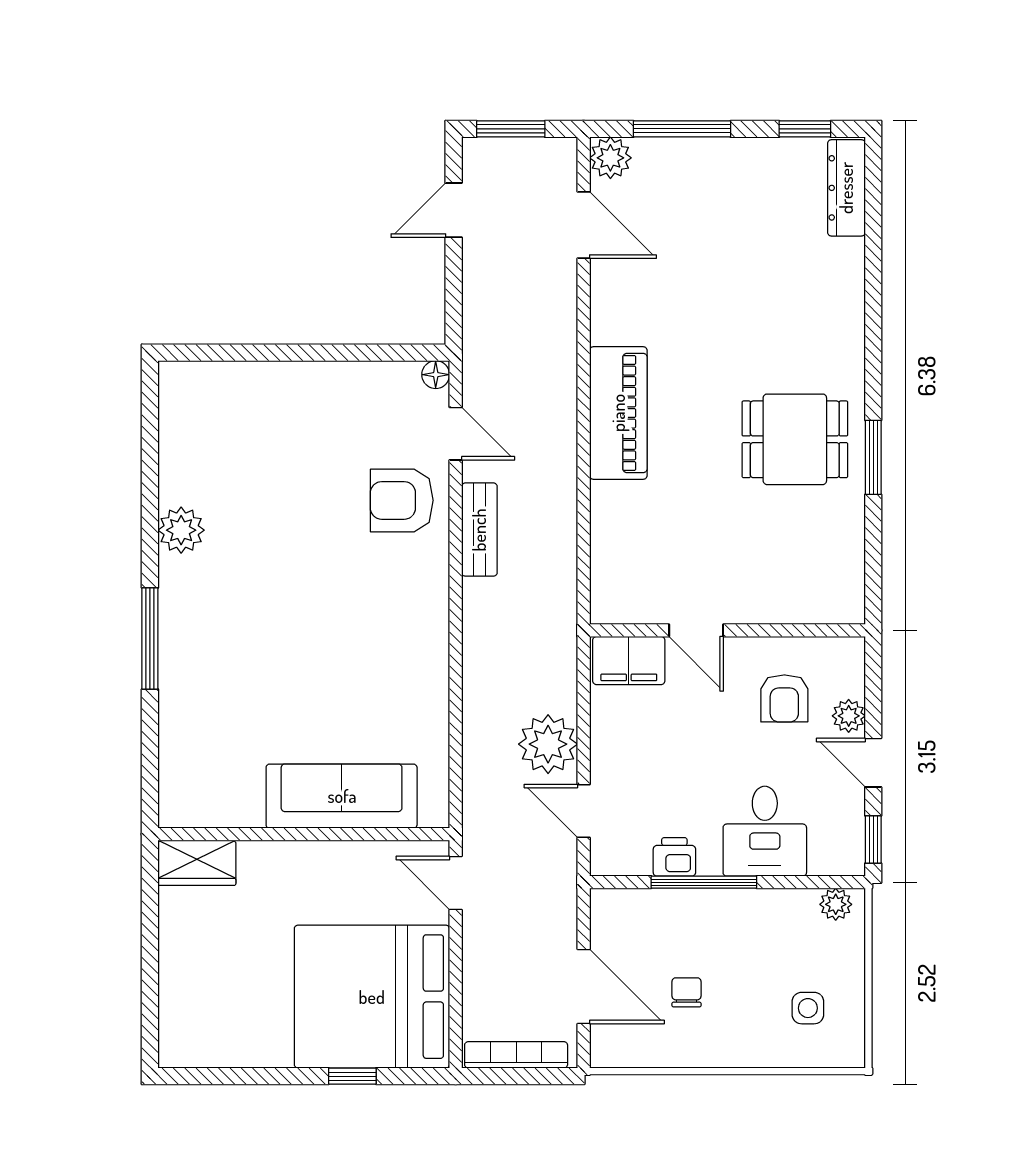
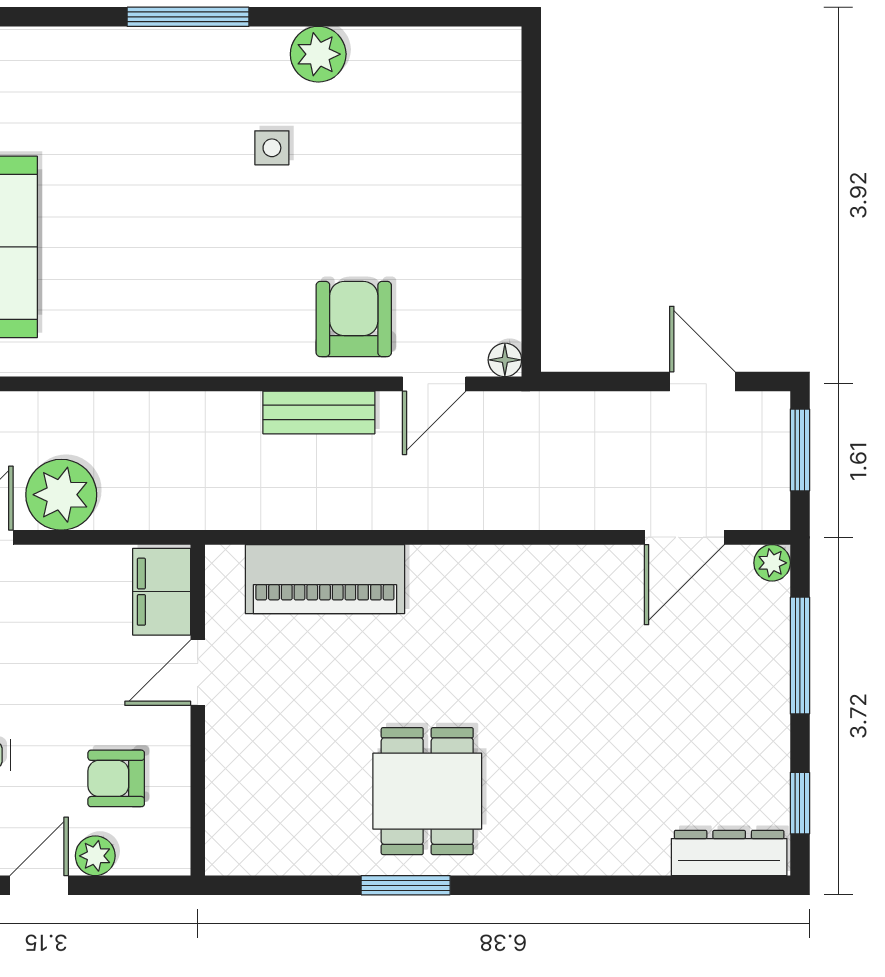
plant: (610, 158) -> (772, 563), width x0.73, depth x0.73
piano: (618, 413) -> (325, 579), moved
side table: (259, 569) -> (272, 148), added

